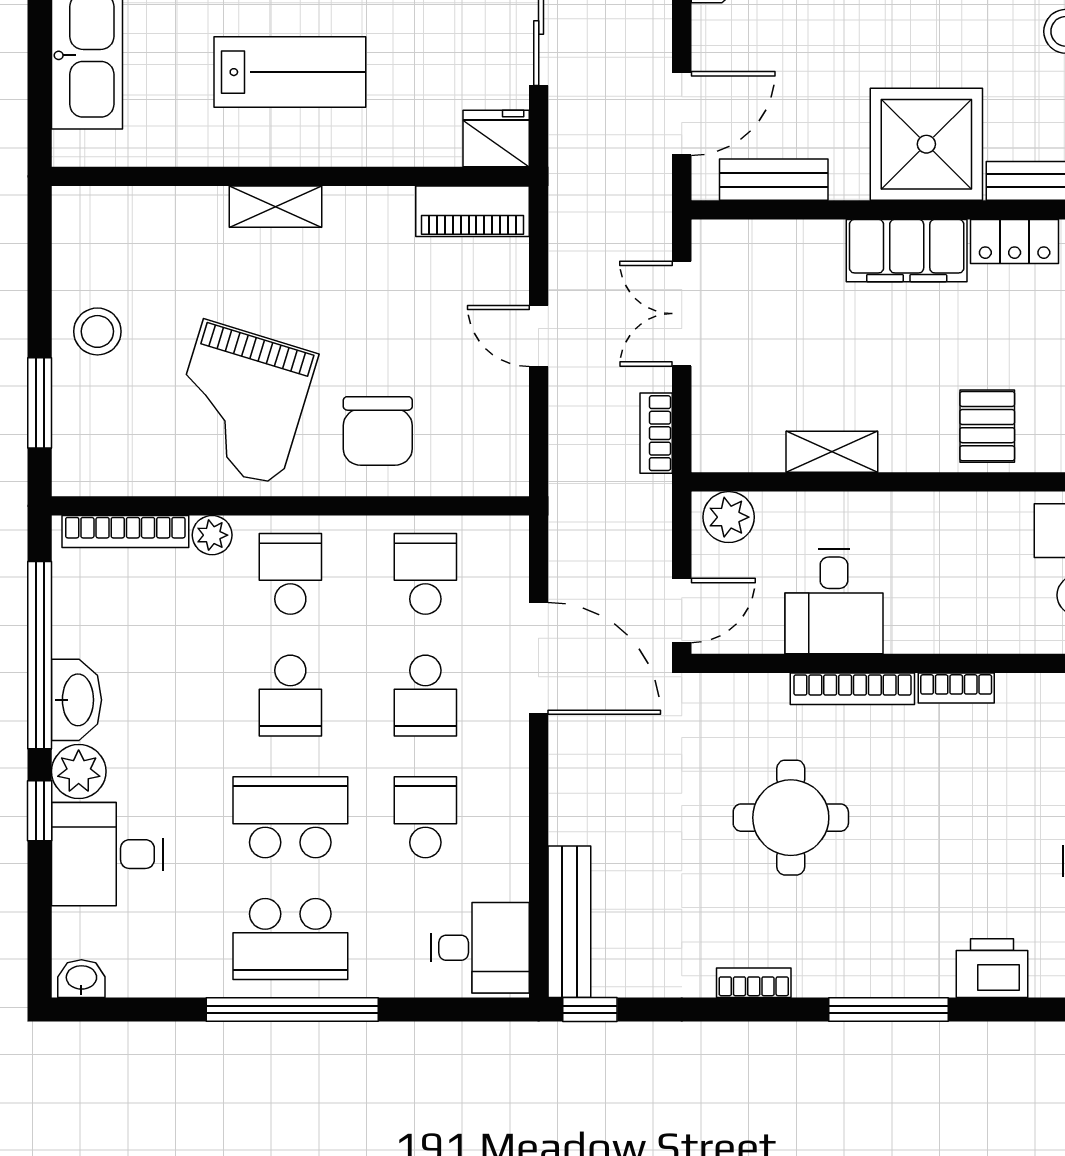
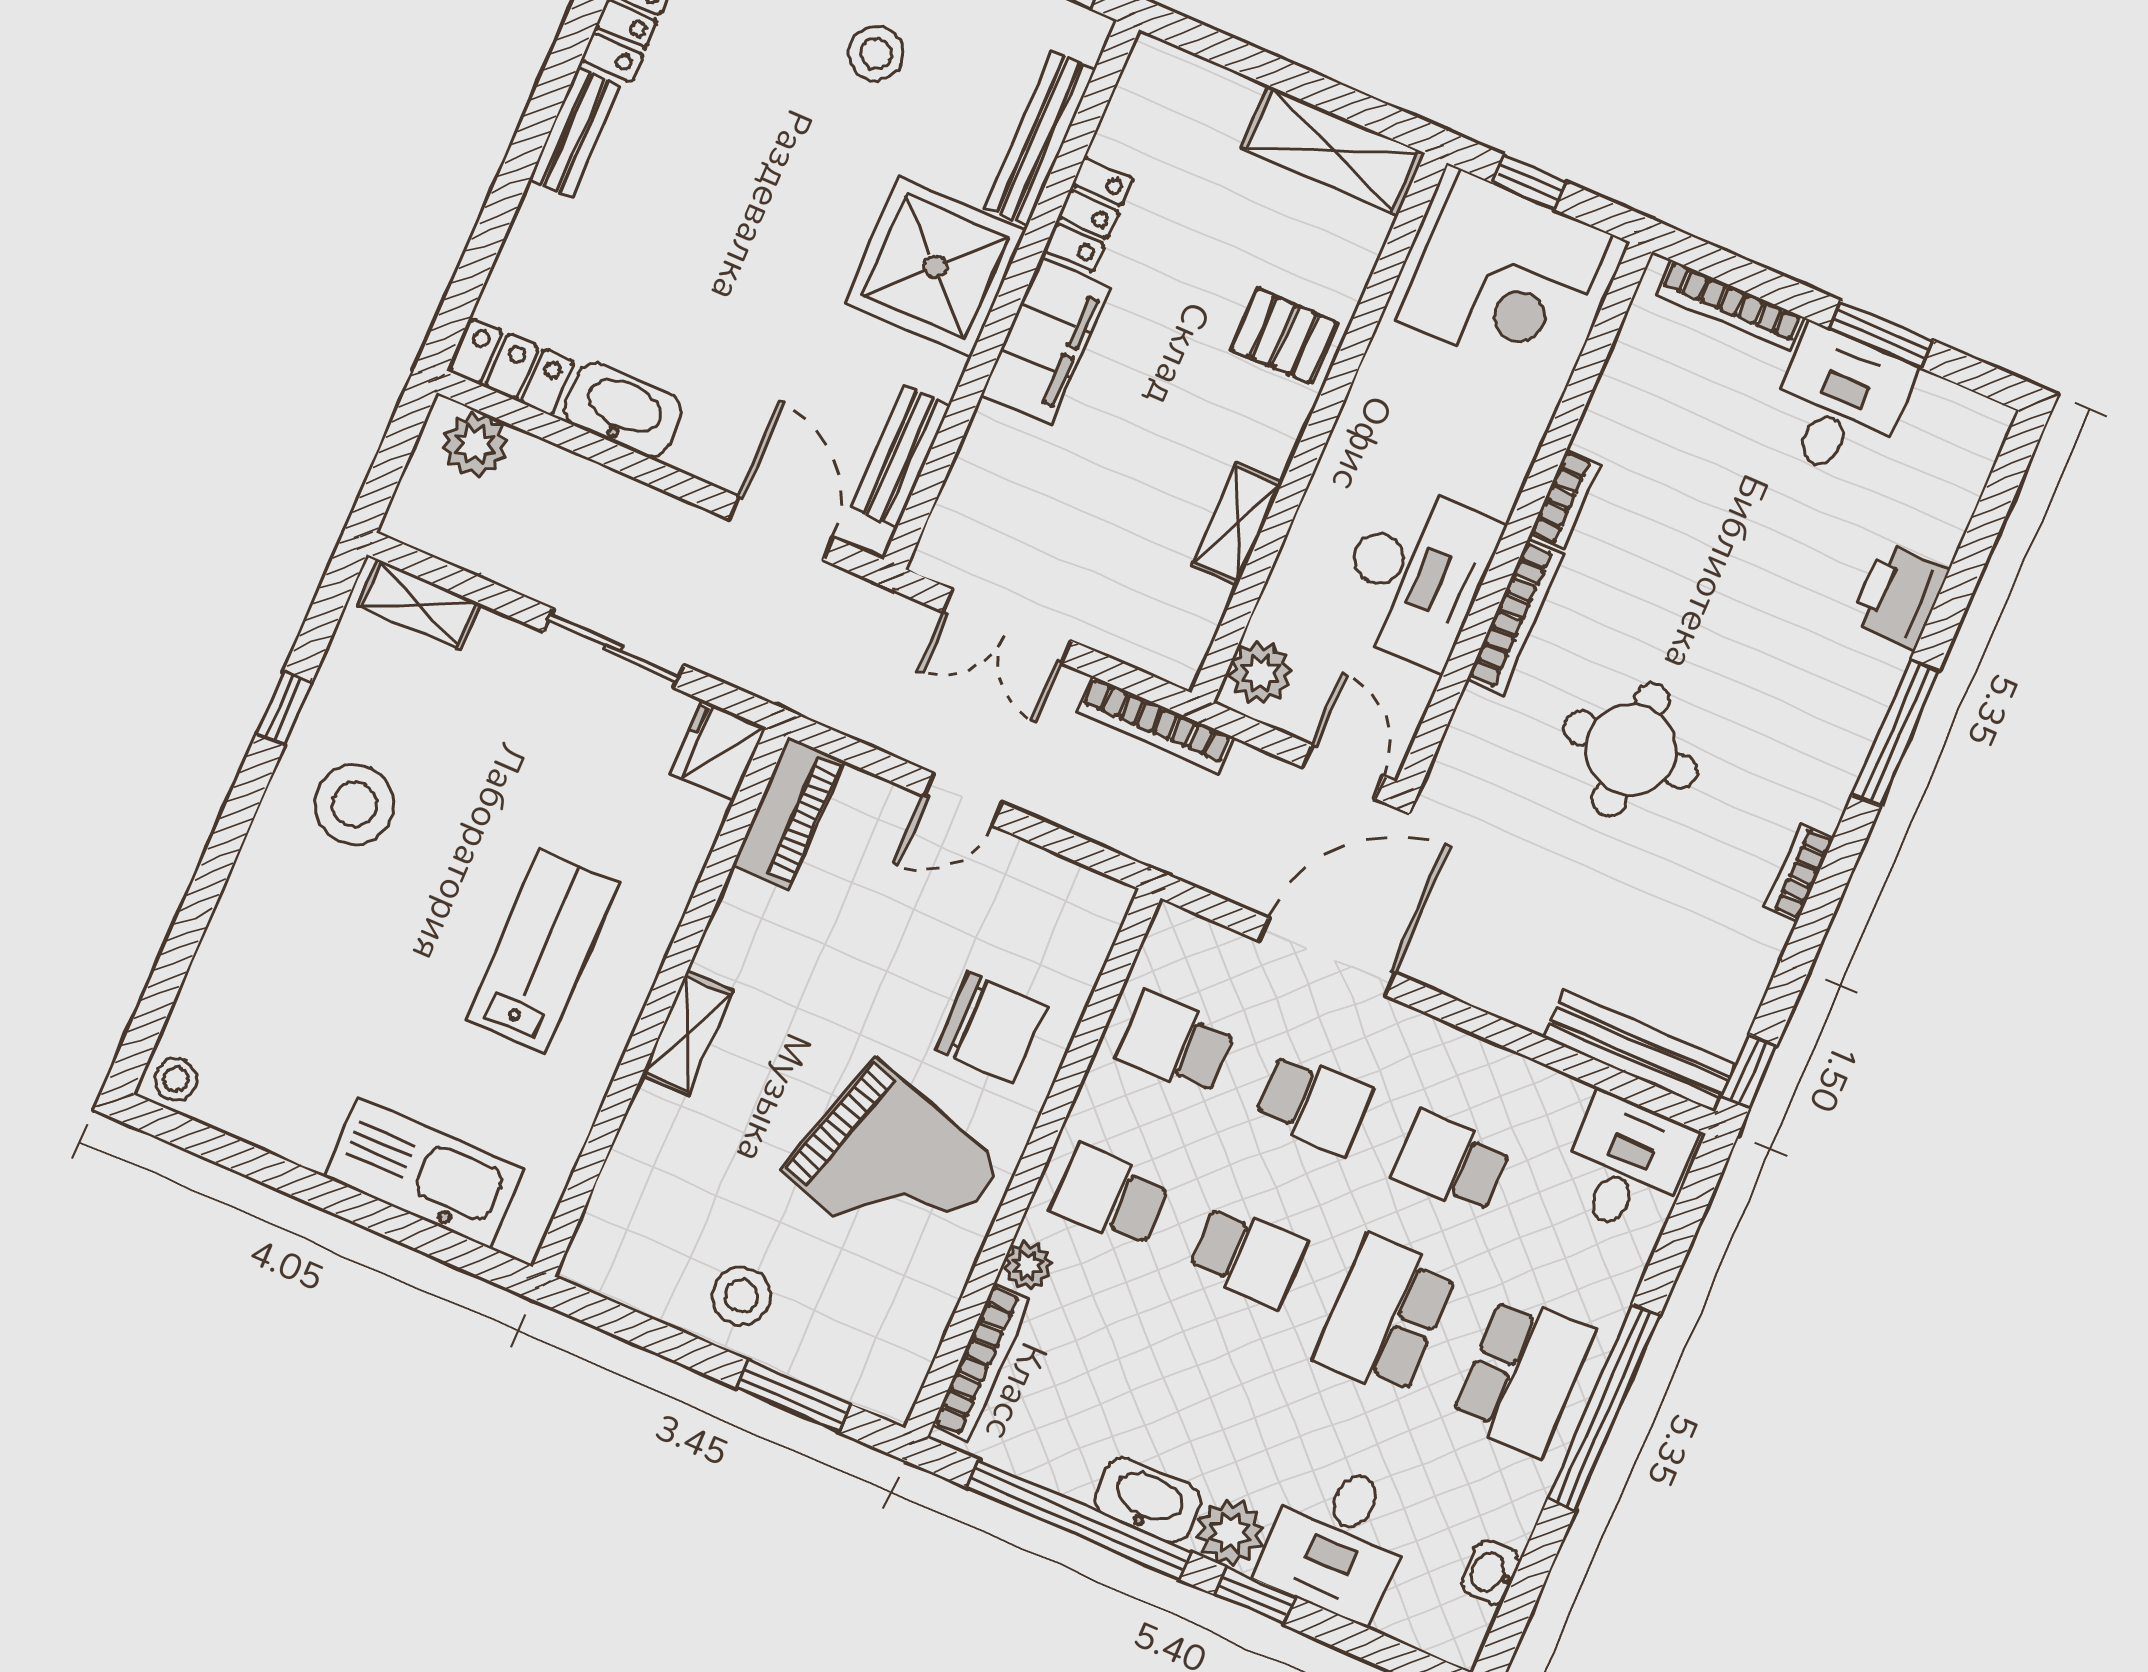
bookcase: (656, 433) -> (1155, 725), width x1.56
desk: (834, 601) -> (1416, 574), width x1.37
washbasin: (81, 979) -> (1491, 1573), moved

